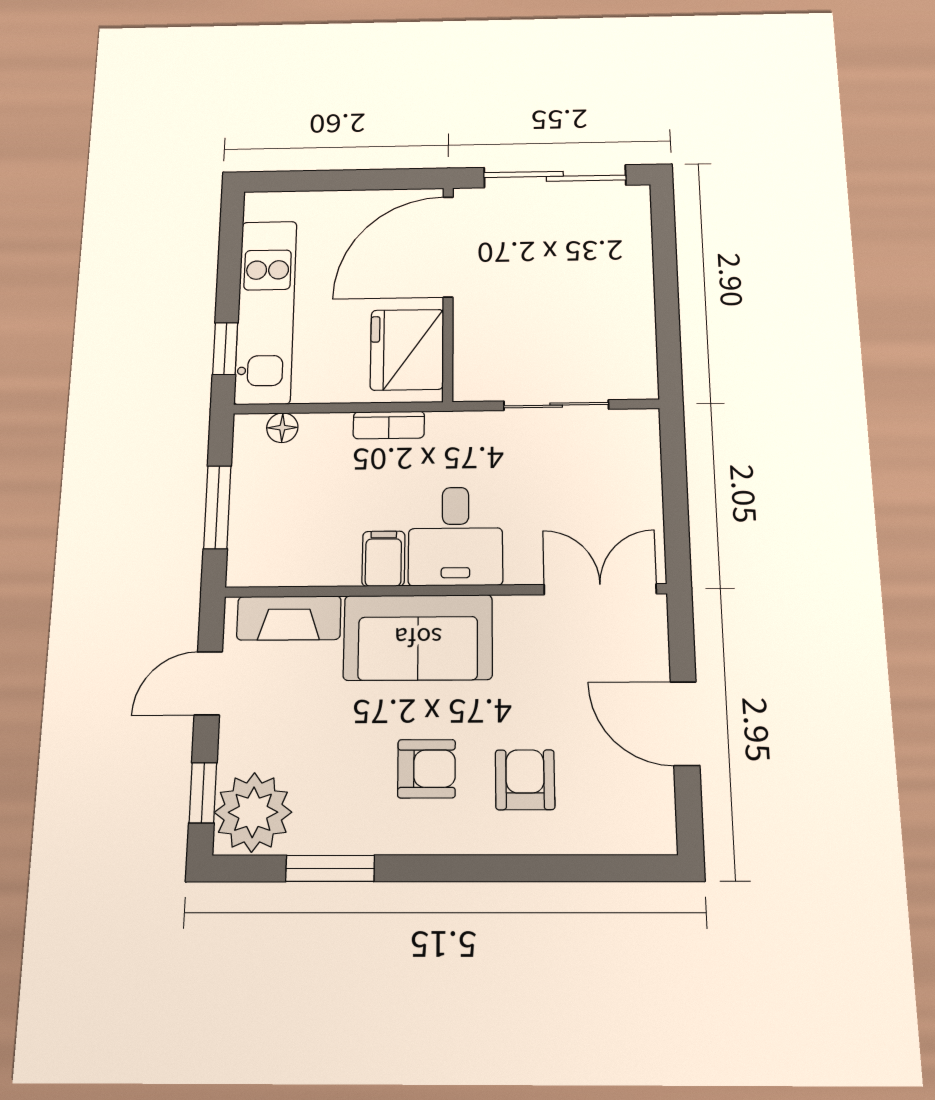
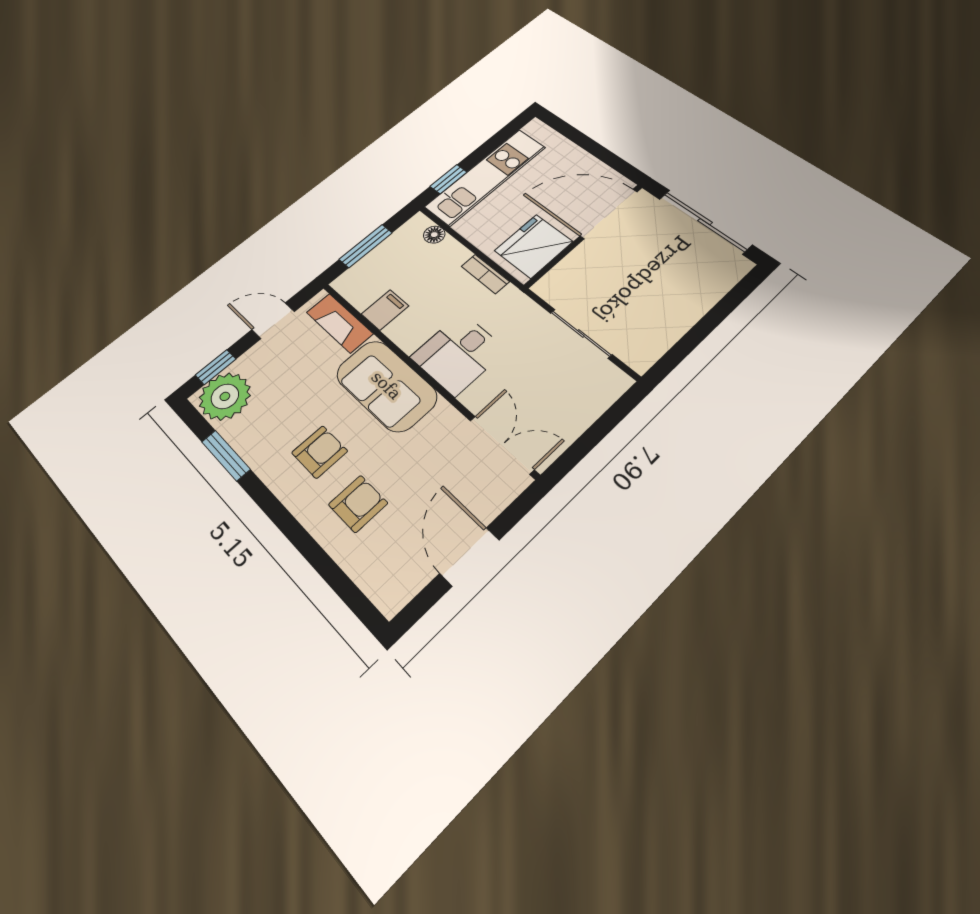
filing cabinet: (383, 559) -> (385, 310), moved
armchair: (427, 769) -> (320, 452), turned -90

